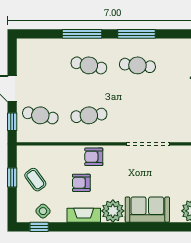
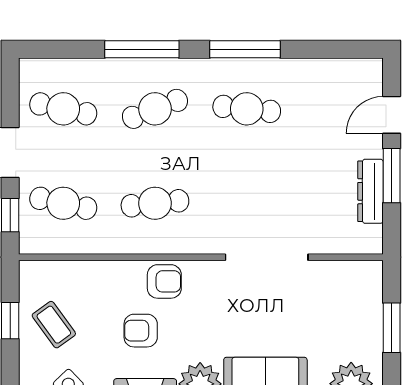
cafe table: (40, 65) -> (63, 109), added
cafe table: (89, 65) -> (155, 109), turned -33
armchair: (94, 157) -> (164, 281), turned 180

